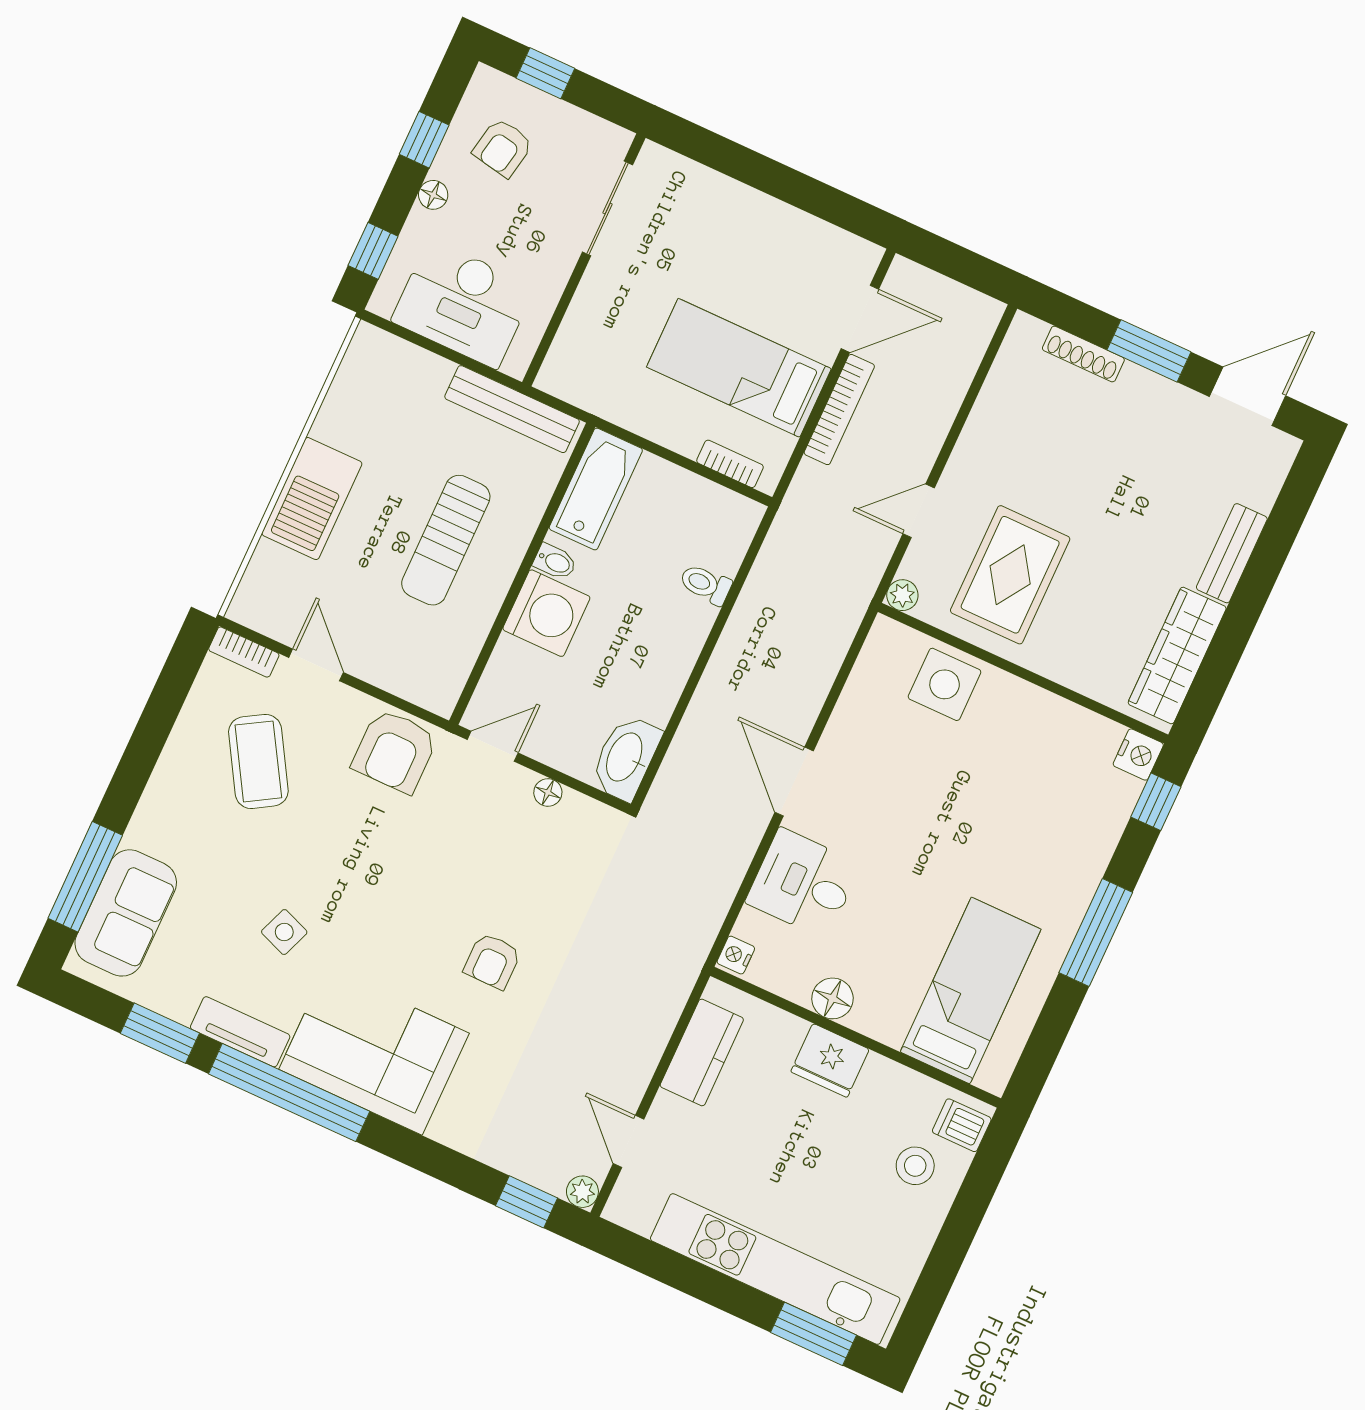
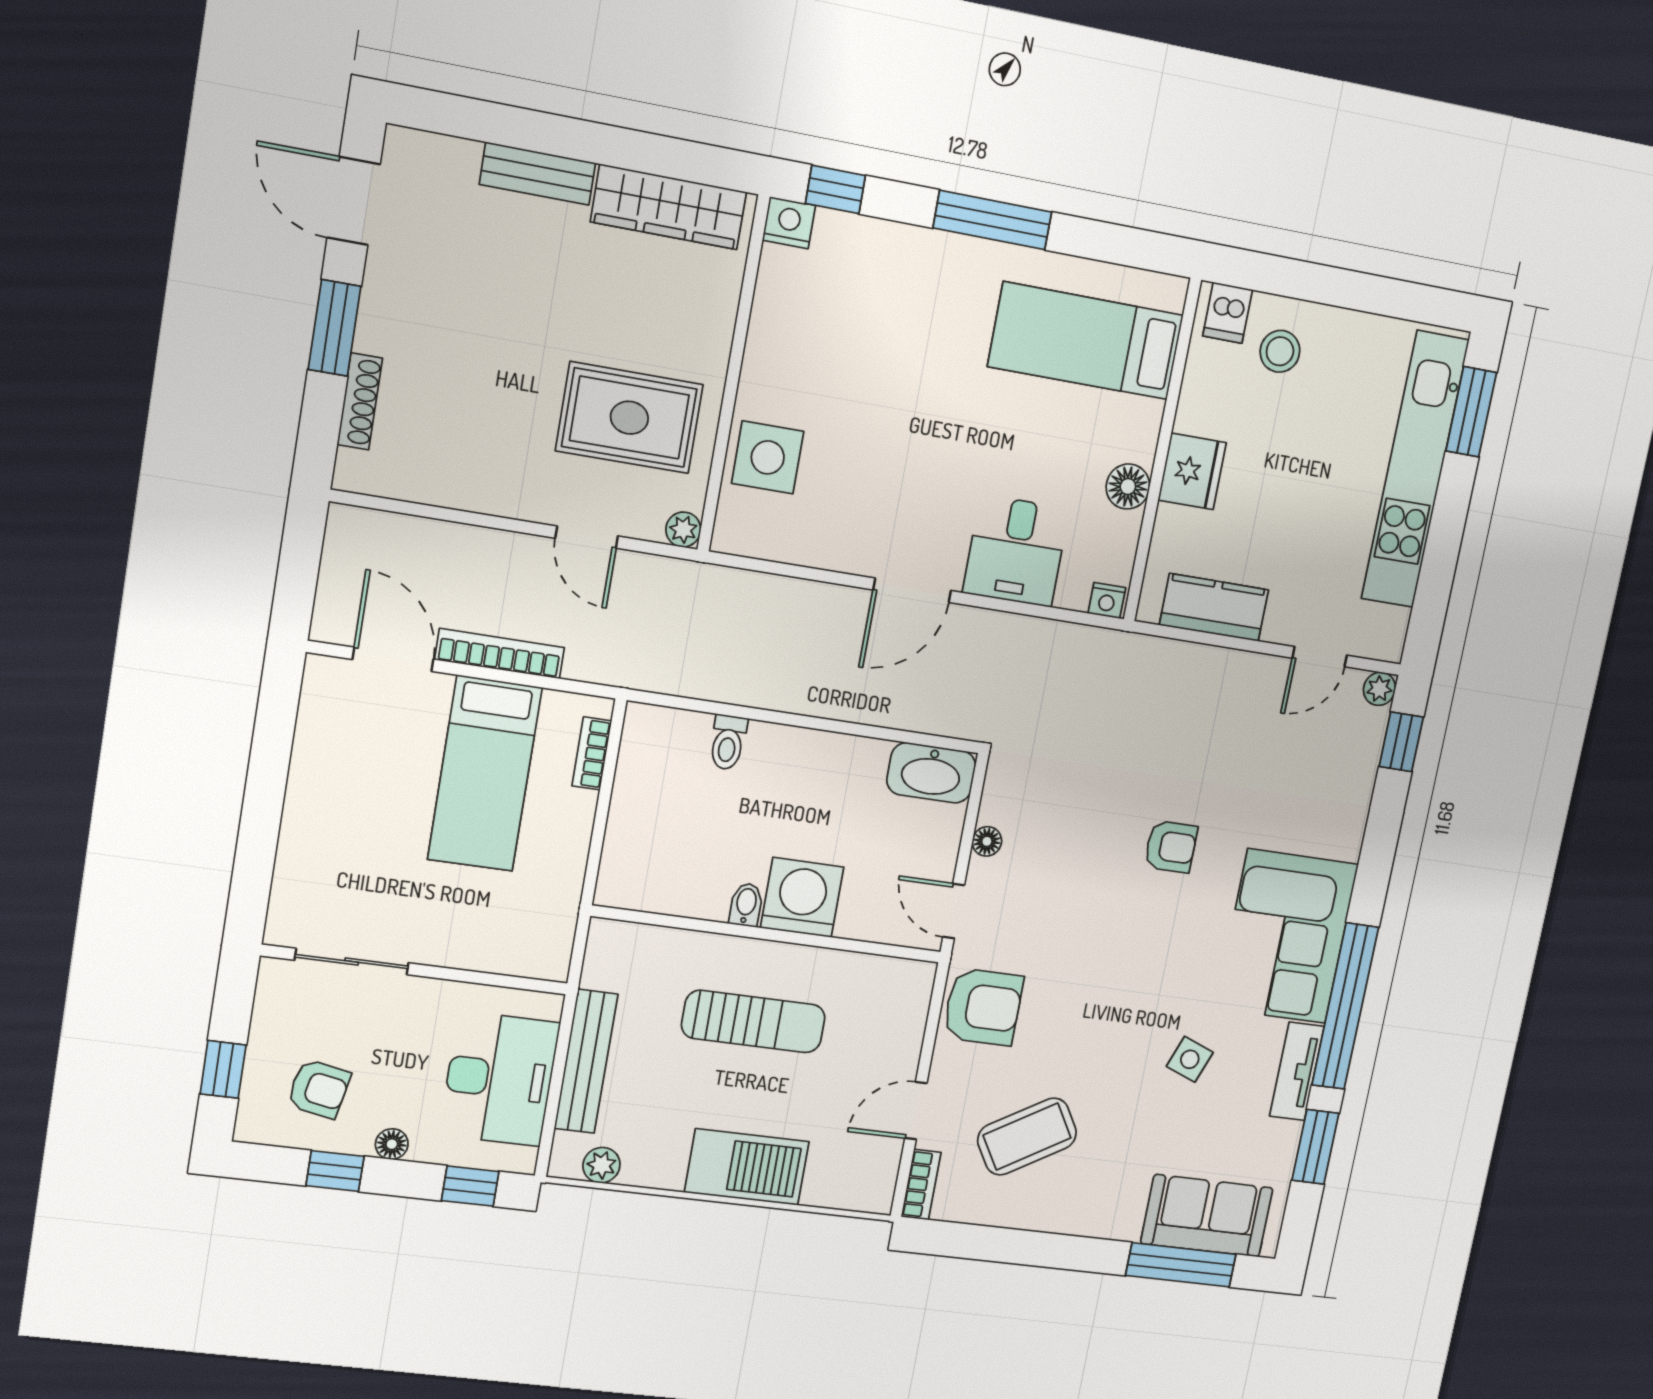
plant: (355, 370) -> (601, 1165), added
bench: (512, 409) -> (586, 1061), moved
bathtub: (596, 489) -> (658, 885), removed

